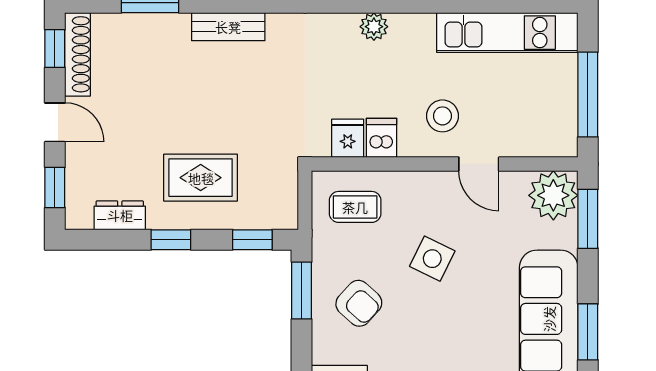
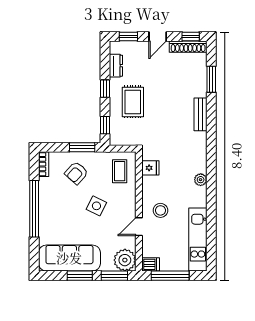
dishwasher: (381, 138) -> (151, 264), moved
window: (588, 332) -> (80, 276), moved

